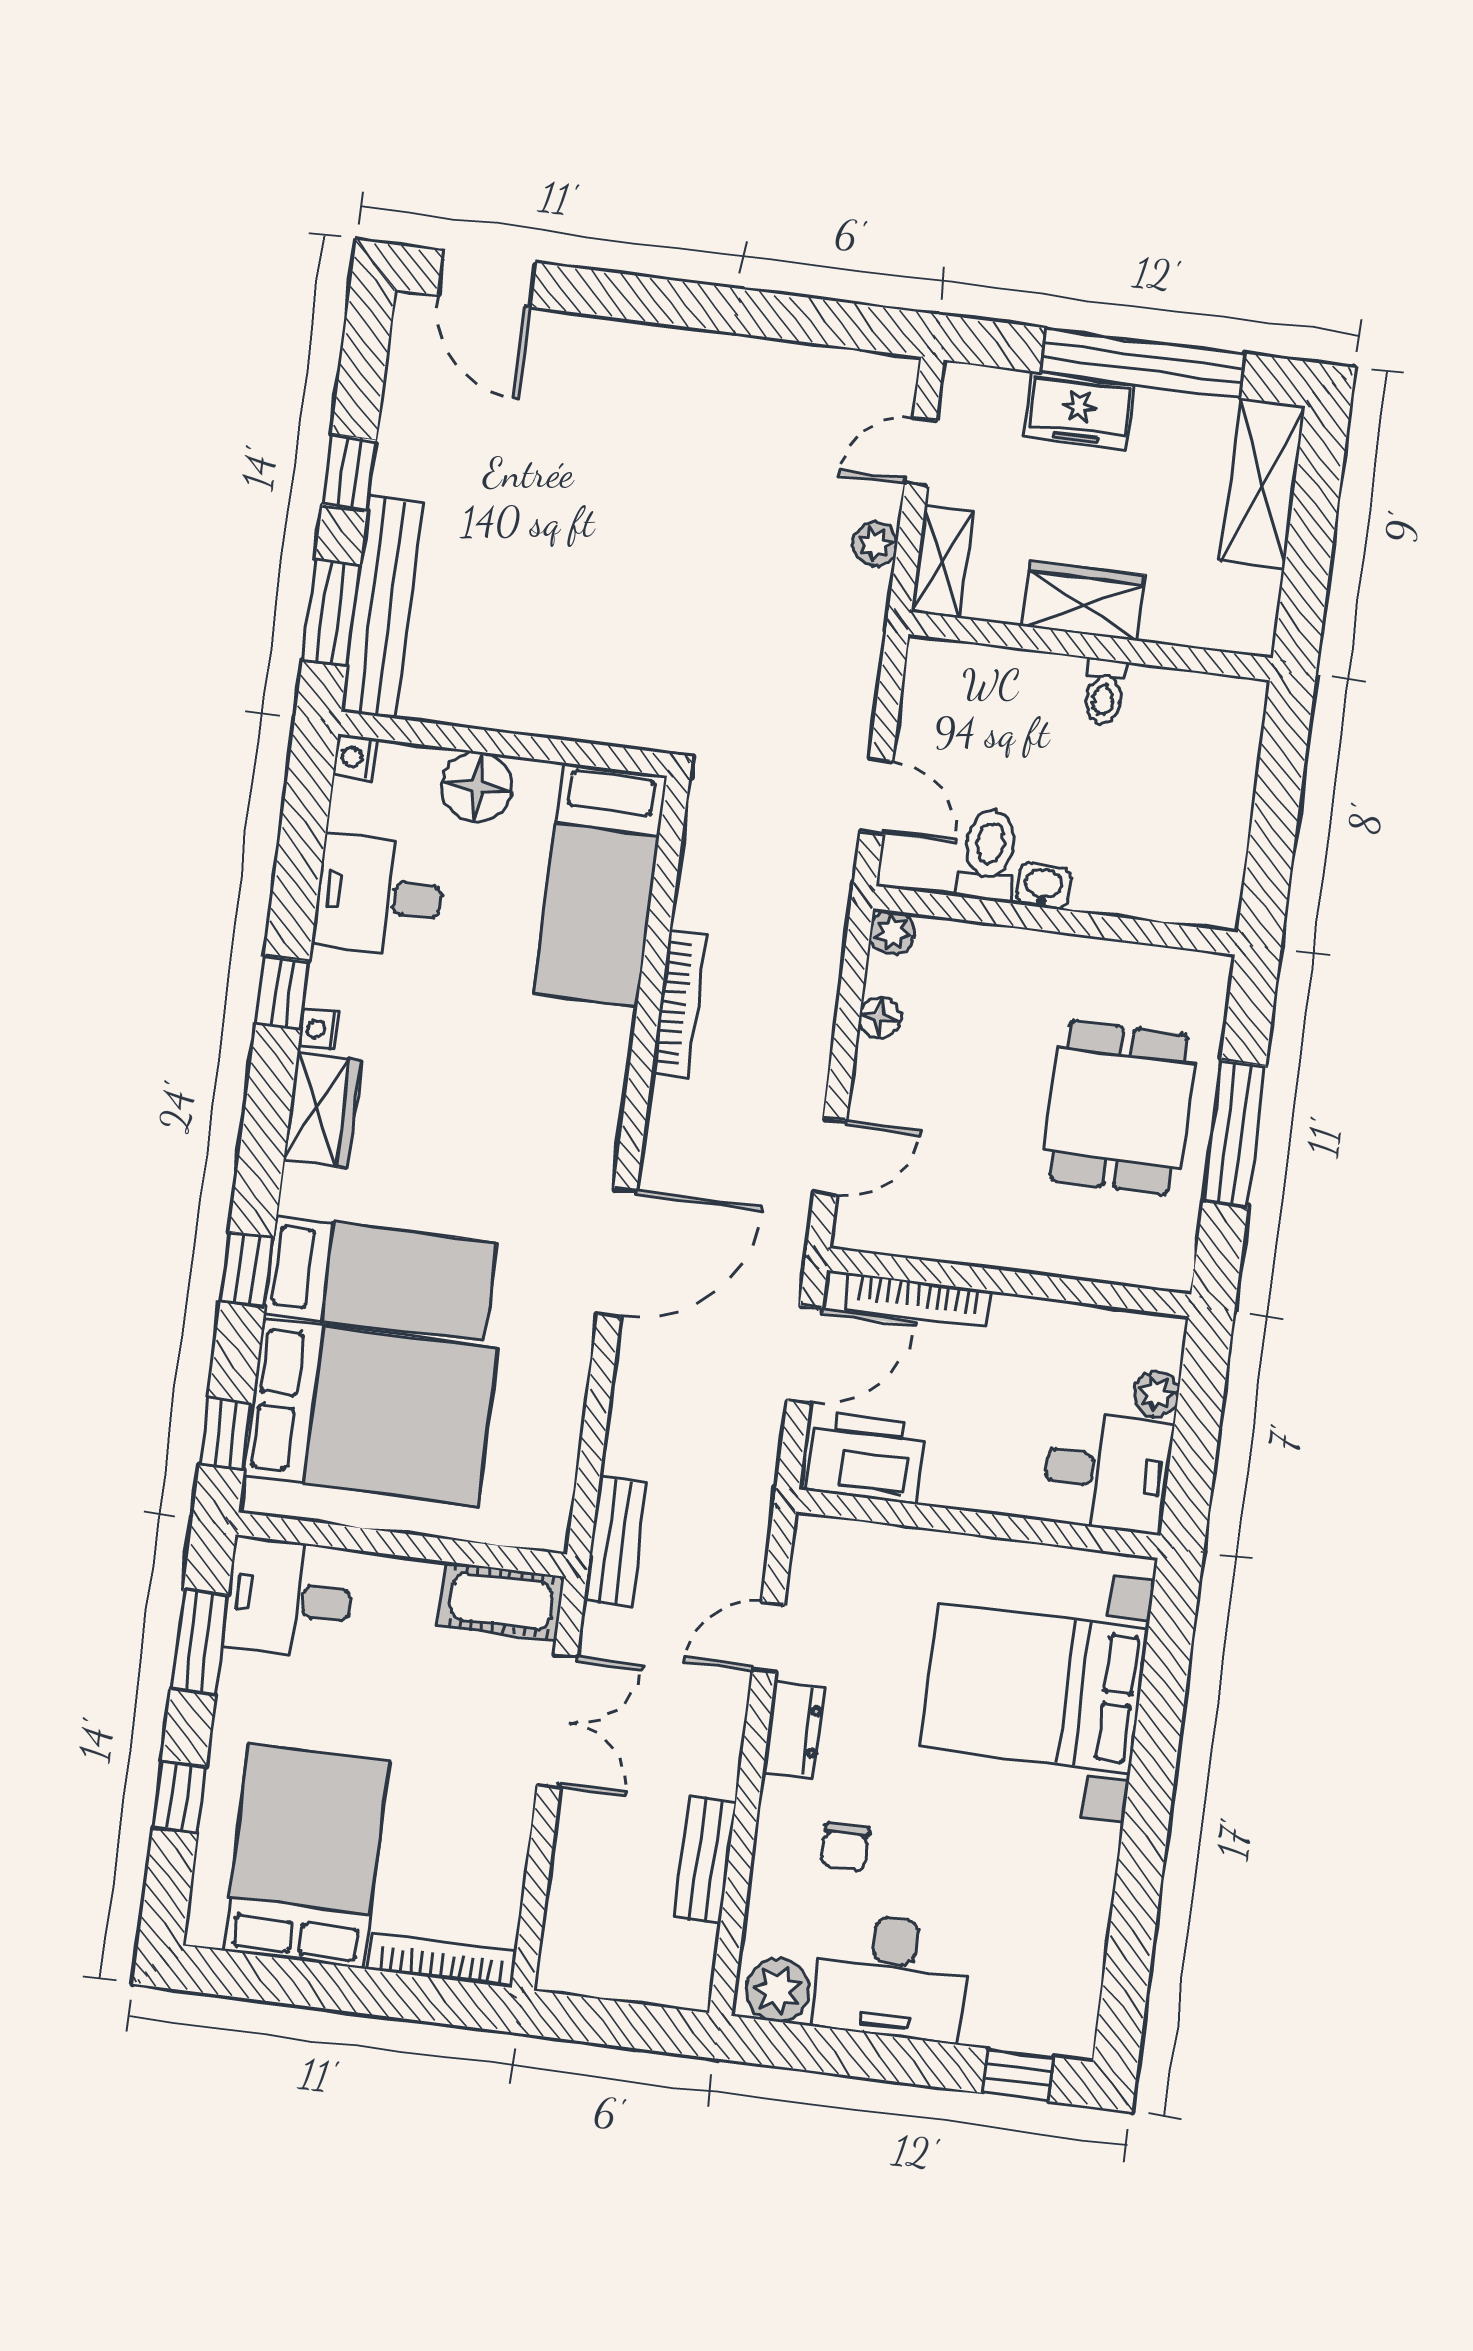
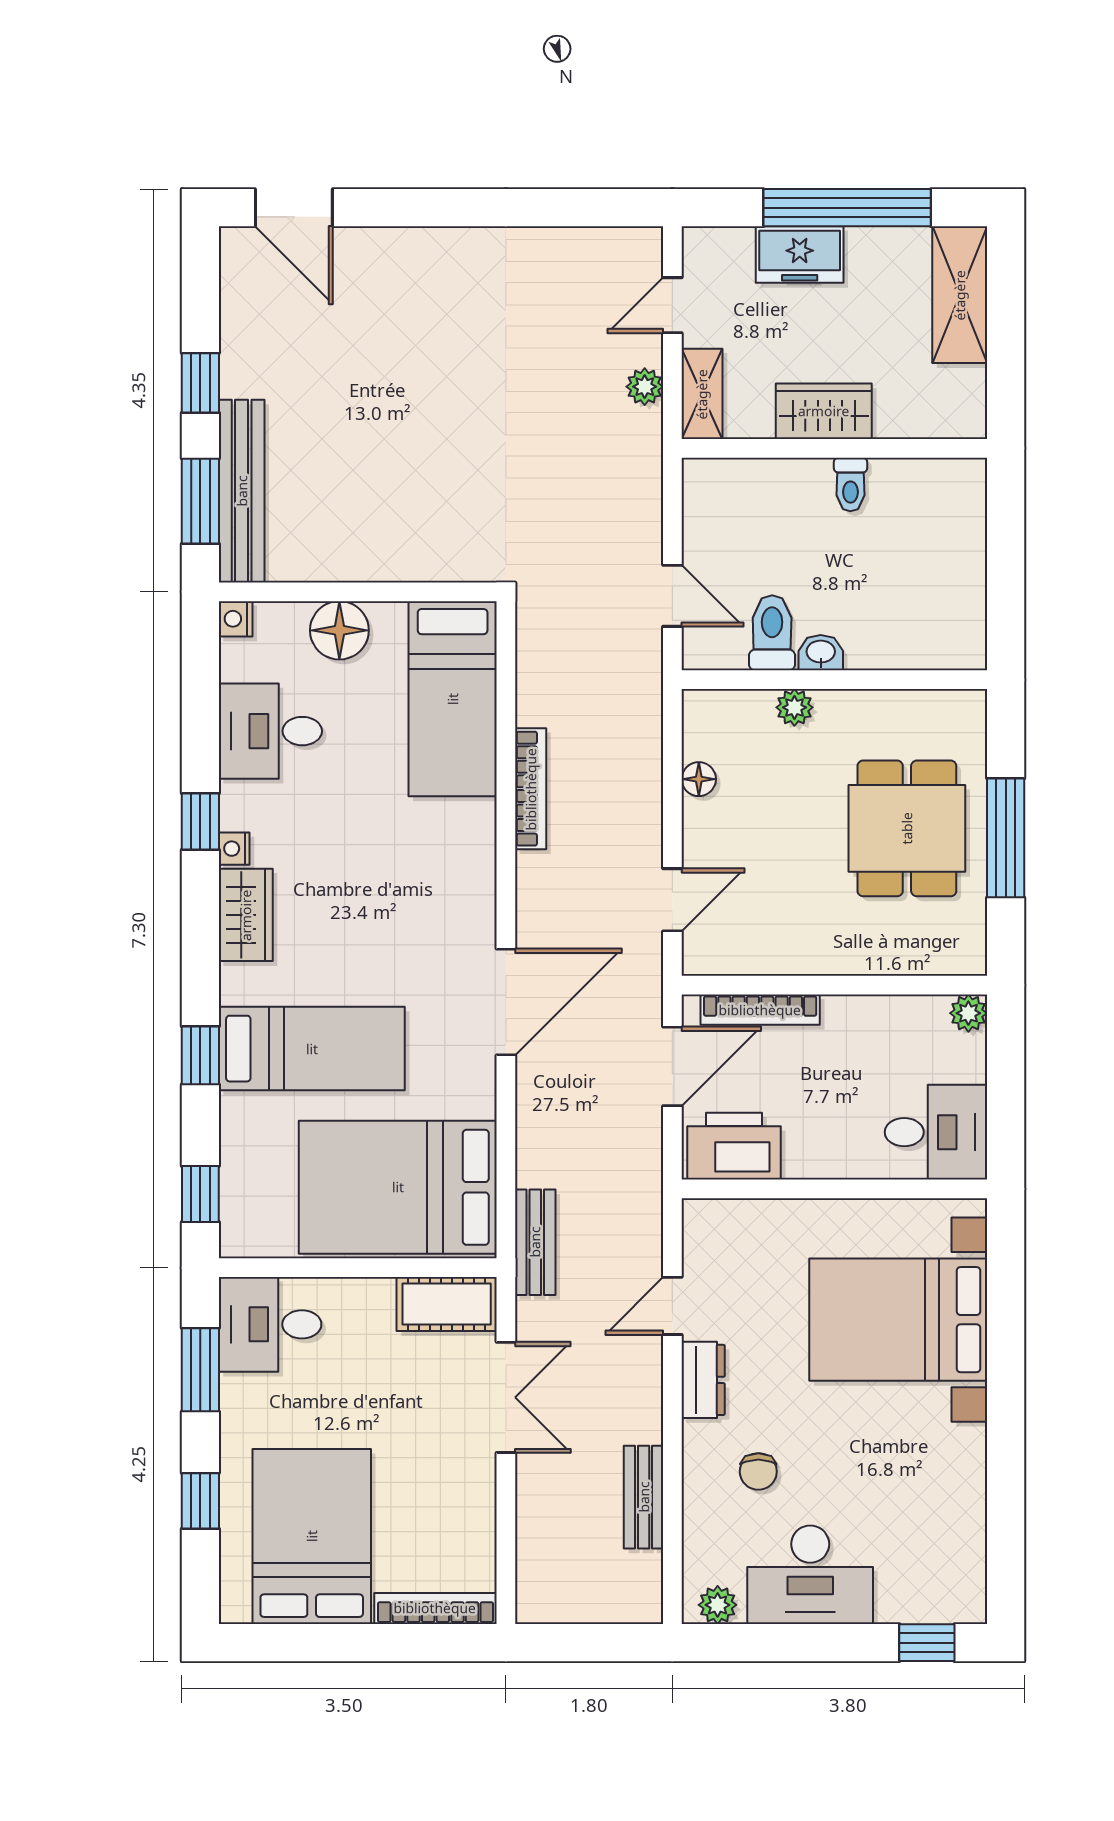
plant: (892, 933) -> (794, 707), moved
plant: (1156, 1394) -> (968, 1013), moved
bed: (370, 1412) -> (398, 1187), moved, turned 180
plant: (778, 1990) -> (718, 1605), width x0.73, depth x0.73

